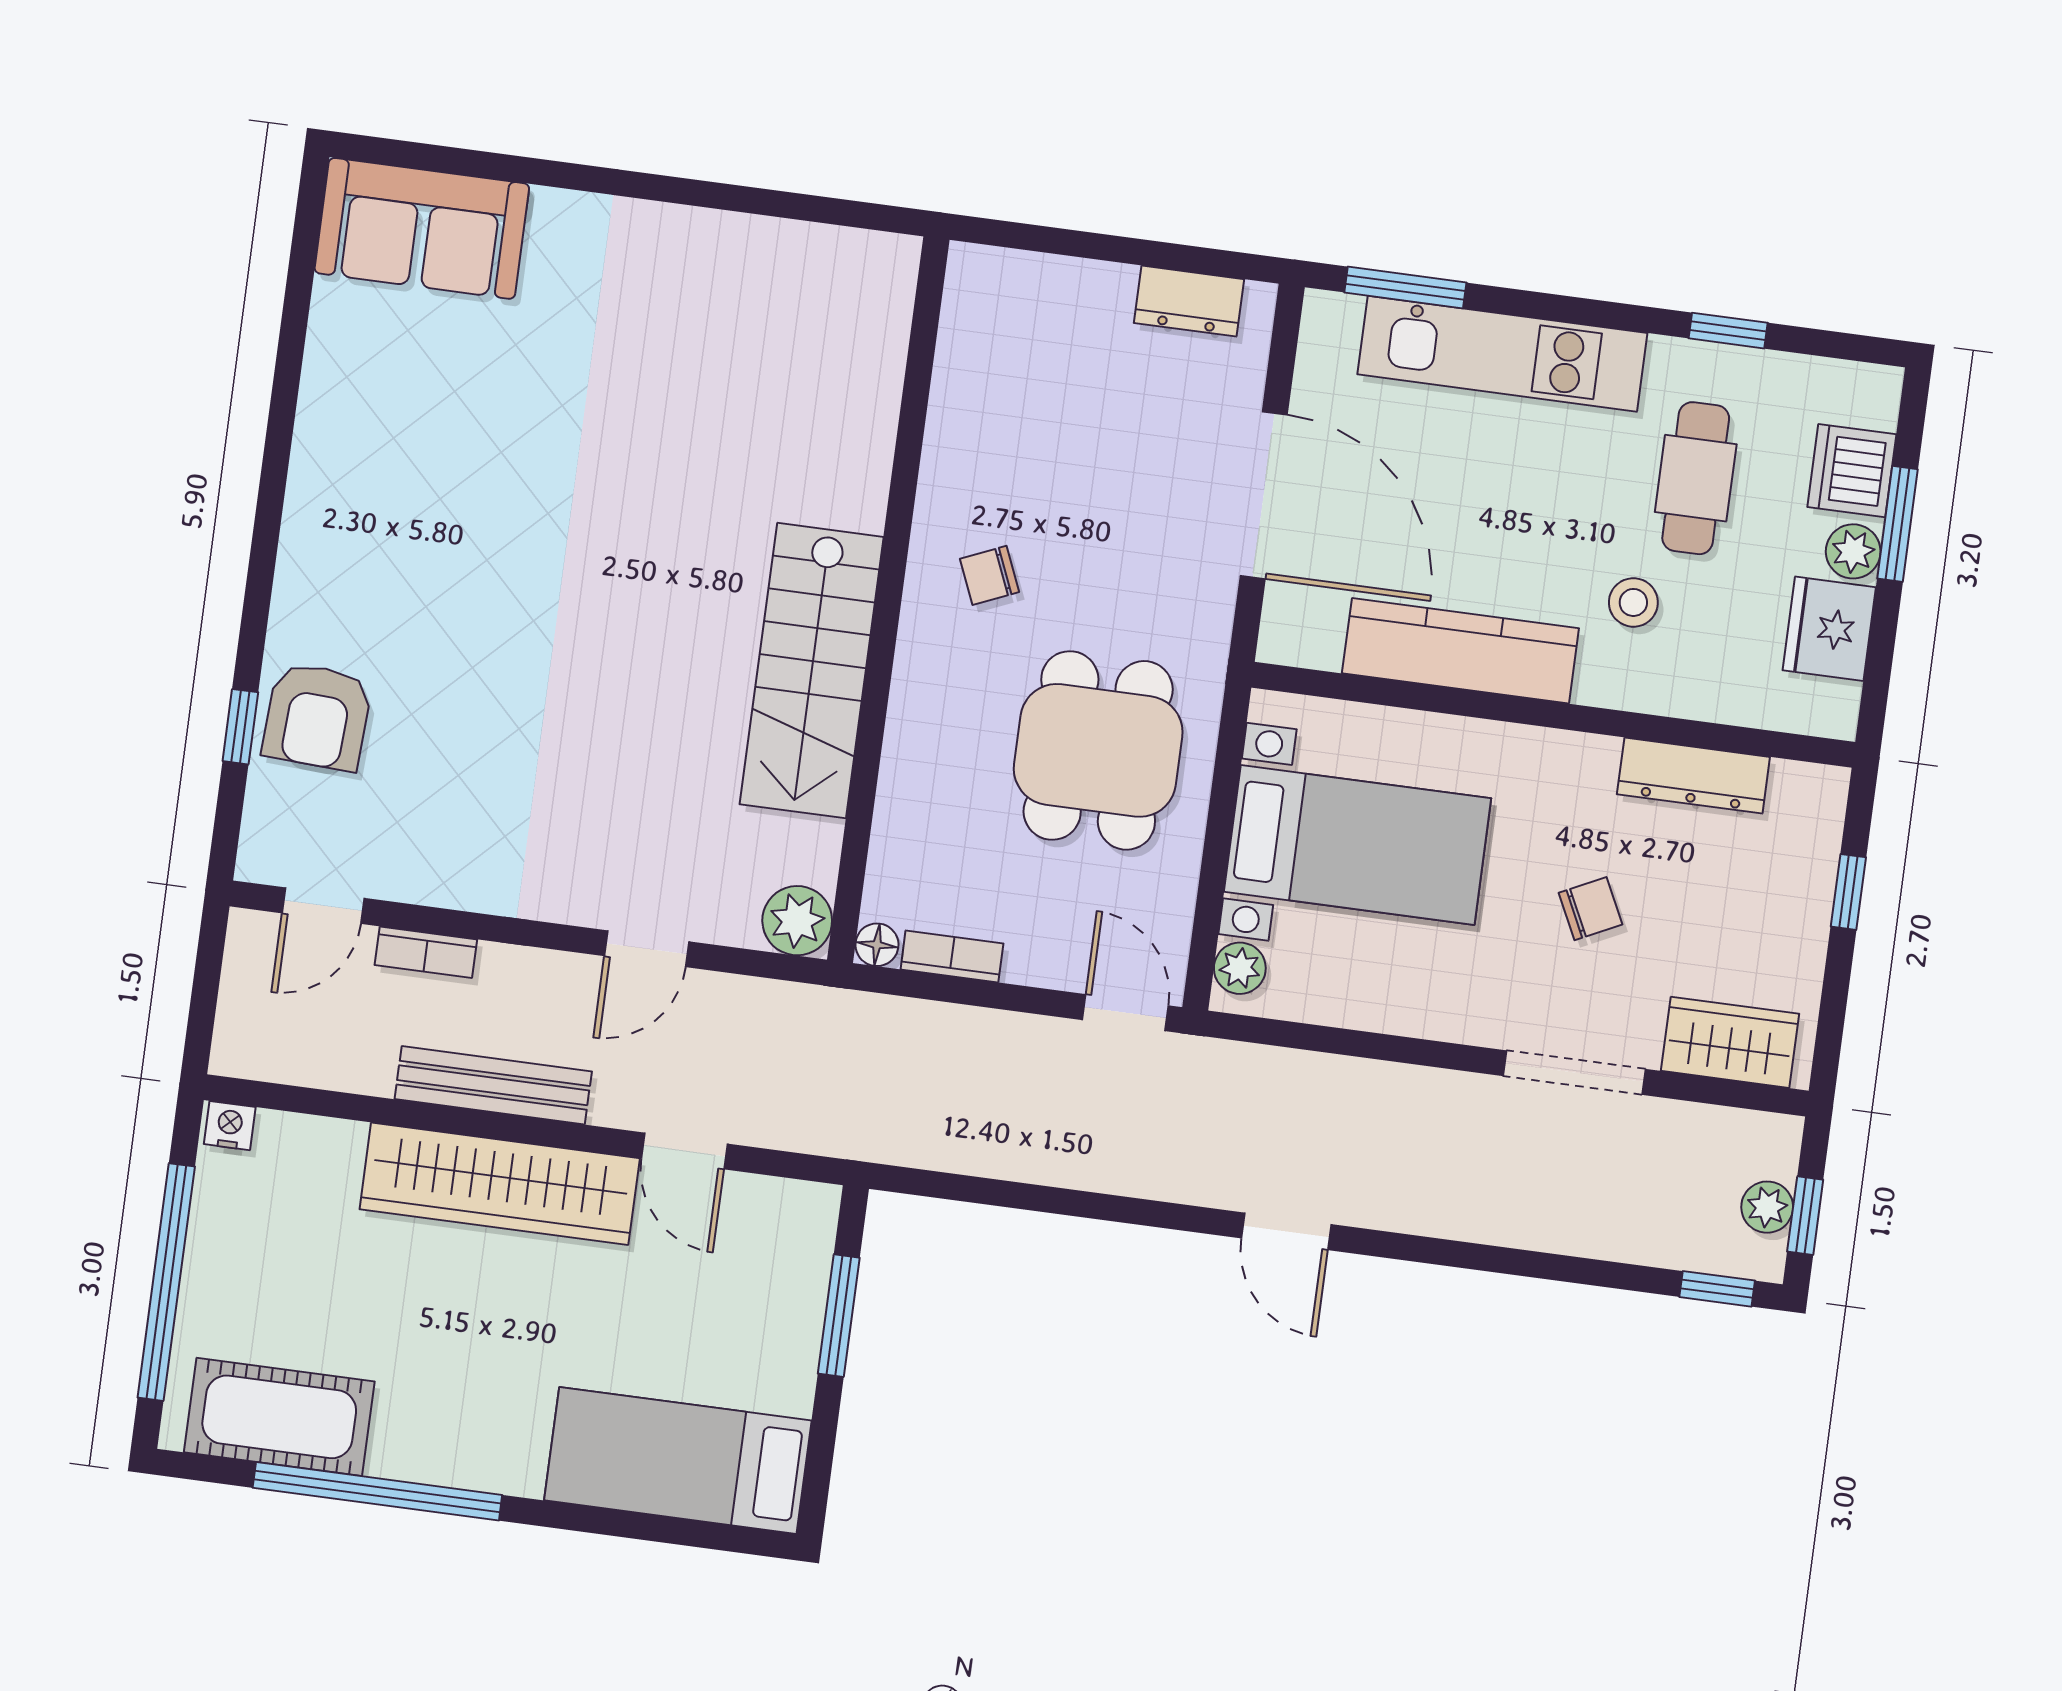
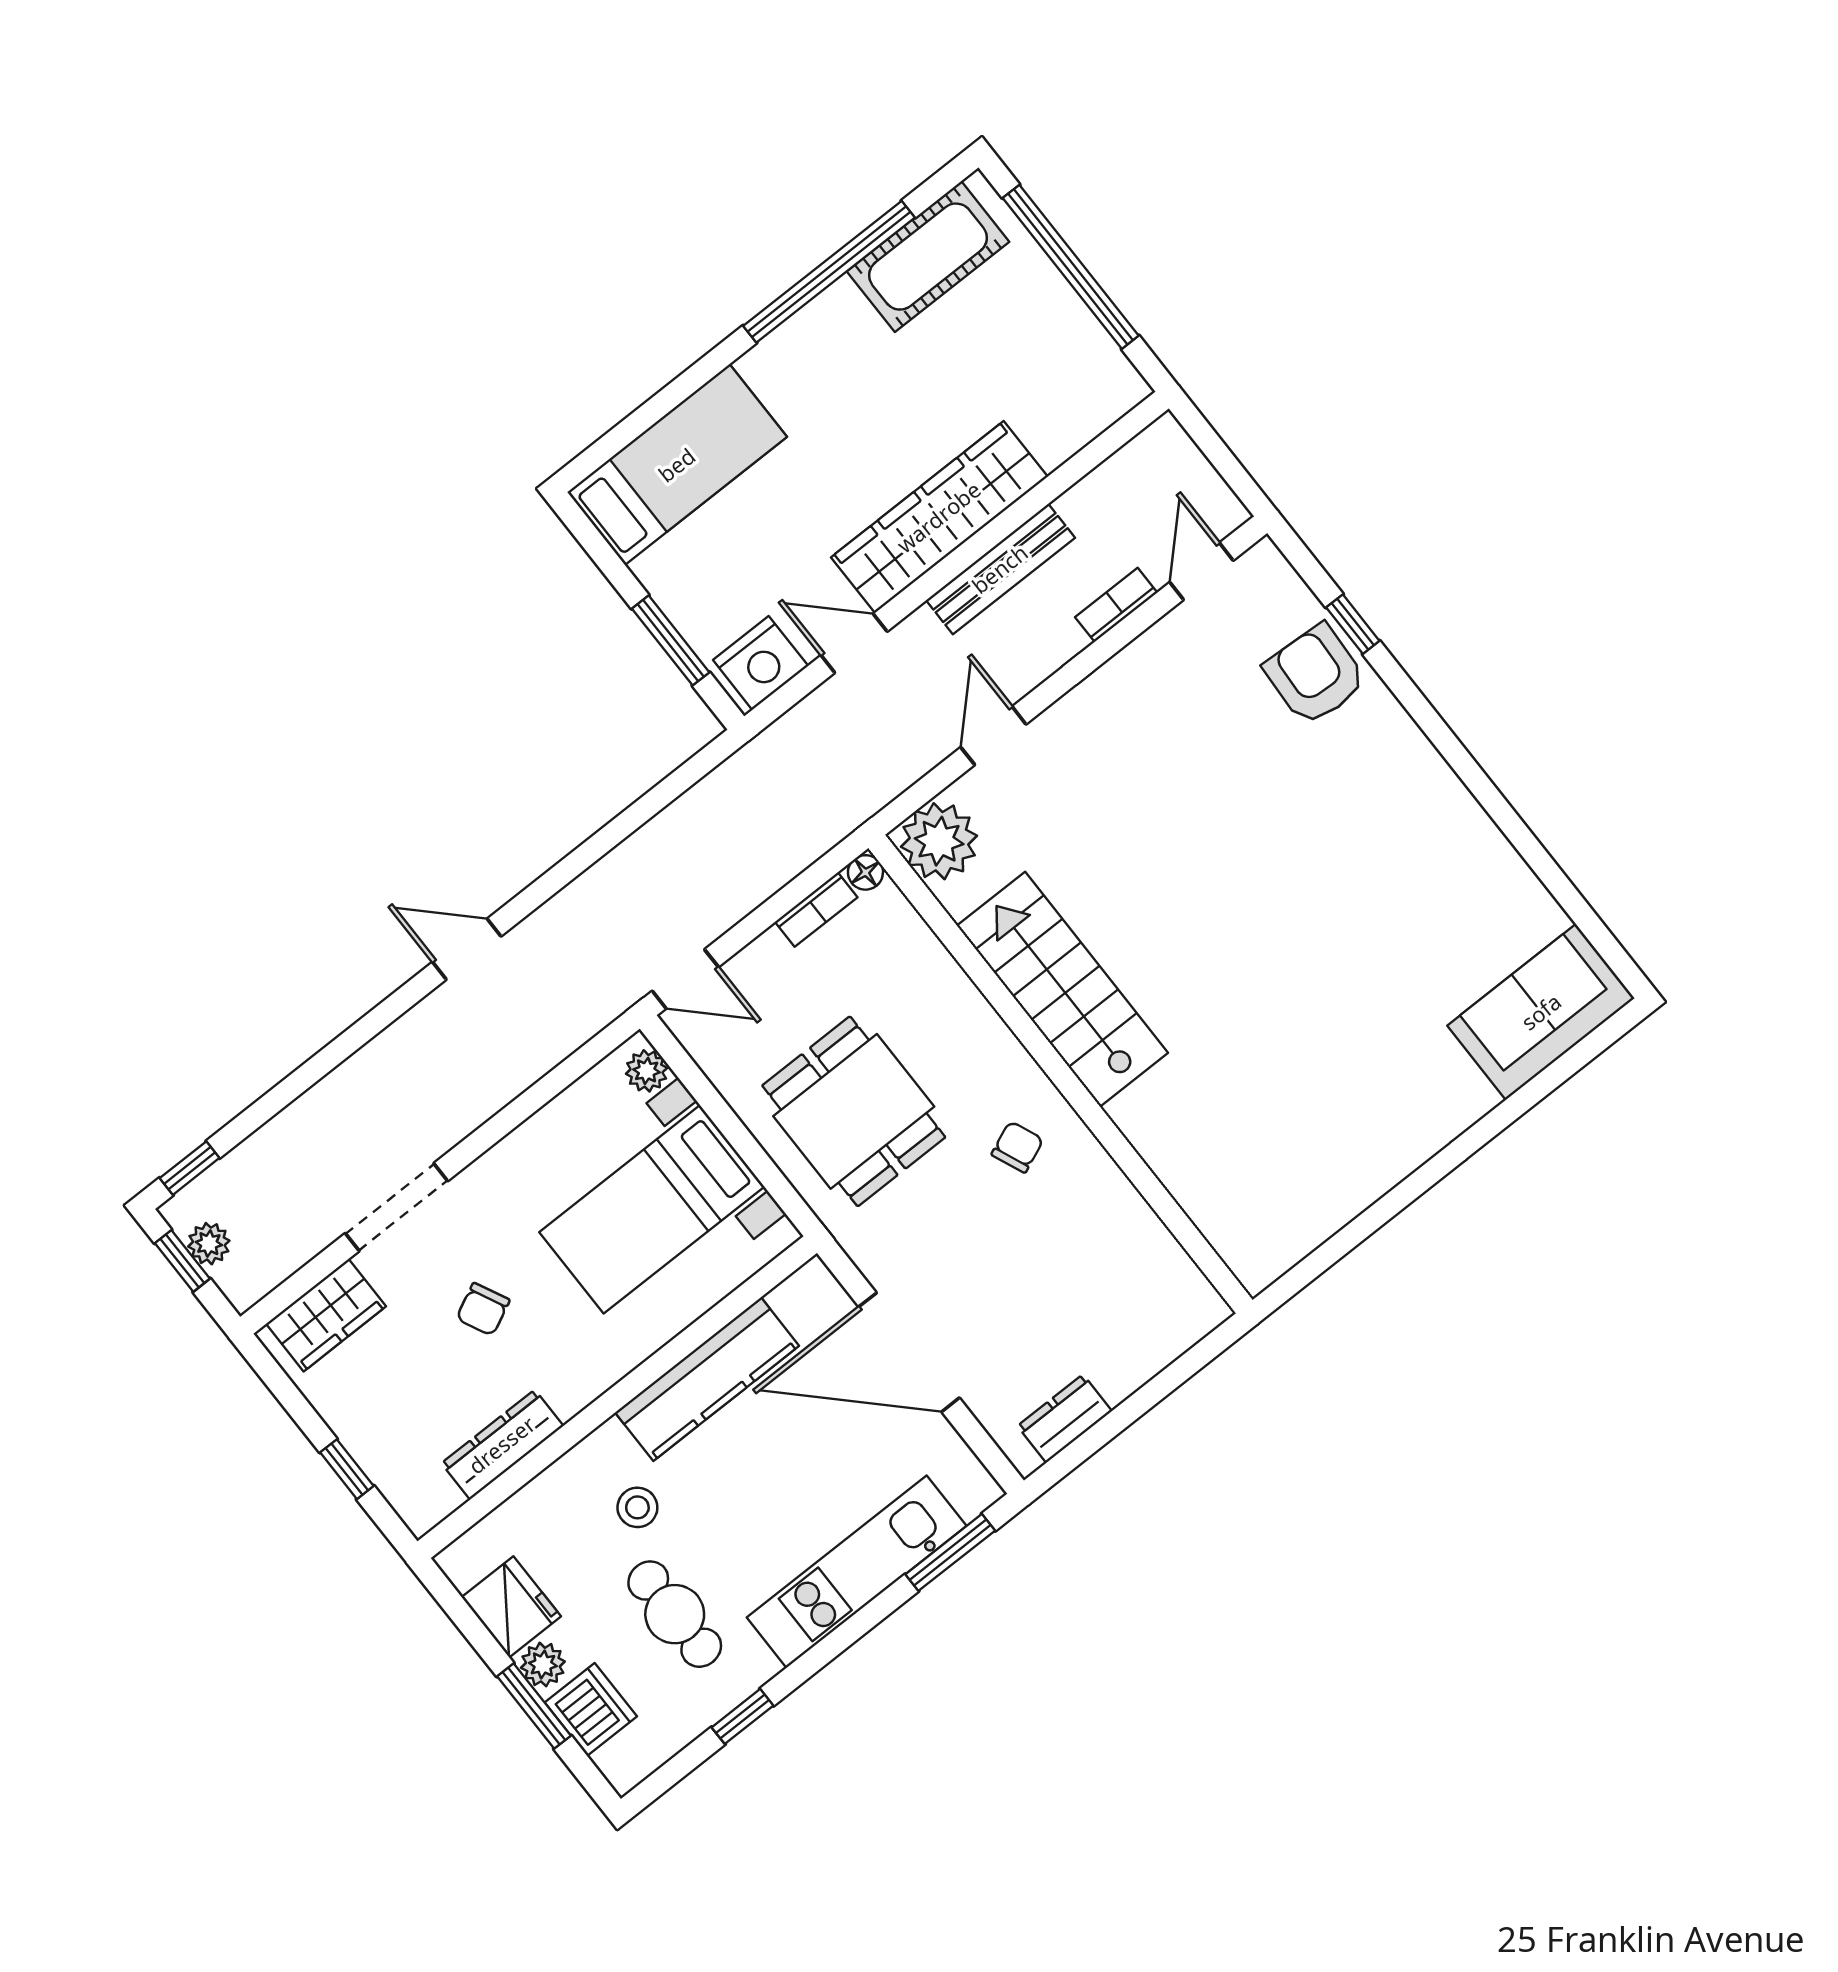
plant: (797, 921) -> (939, 841), width x1.36, depth x1.36
nightstand: (230, 1126) -> (761, 663), moved, width x1.89, depth x1.79

